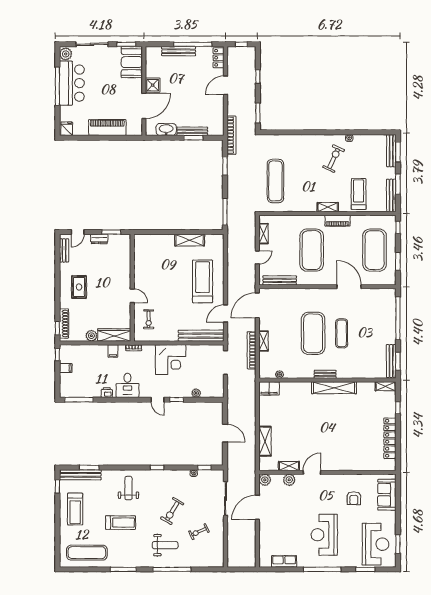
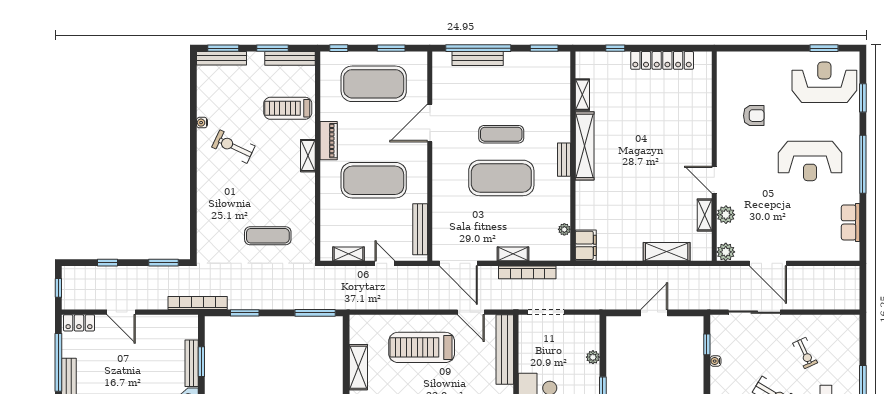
exercise mat: (275, 181) -> (268, 236), width x0.73, depth x0.69
bench: (391, 361) -> (478, 58), moved
shelving: (386, 386) -> (582, 95), moved
sofa: (387, 495) -> (749, 65), removed

